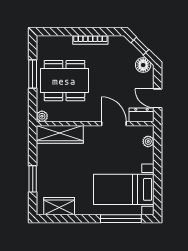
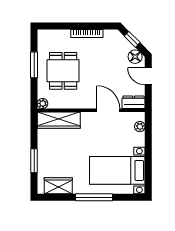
dining table: (64, 81) -> (63, 71), width x0.73
door: (158, 98) -> (148, 76), moved
window: (121, 219) -> (94, 197), moved

